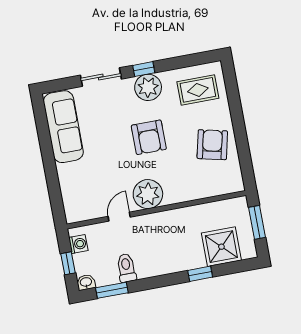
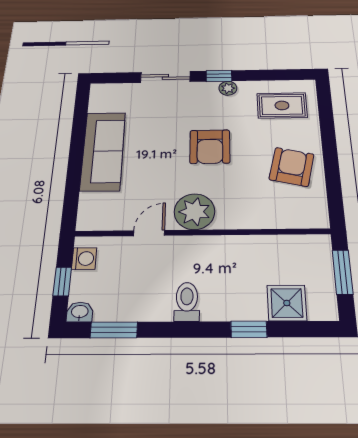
plant: (148, 87) -> (228, 88), width x0.53, depth x0.53
sofa: (63, 127) -> (103, 151), moved
shower: (221, 247) -> (287, 303), width x0.73, depth x0.73
toilet: (126, 268) -> (187, 302), moved

